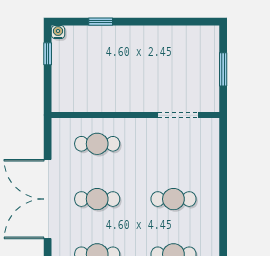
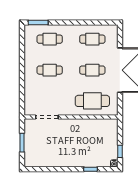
cafe table: (97, 144) -> (92, 101), width x1.37, depth x1.35

